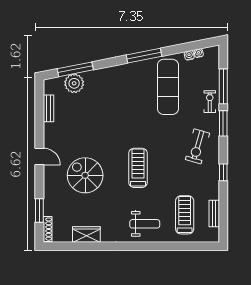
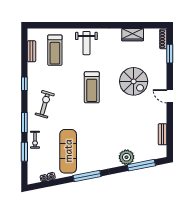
plant: (74, 83) -> (126, 157), moved
window: (223, 86) -> (24, 152), width x0.69
weight bench: (145, 224) -> (86, 43), turned -90

